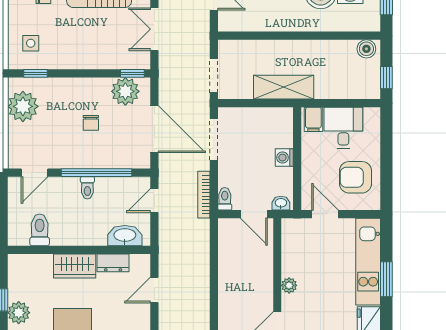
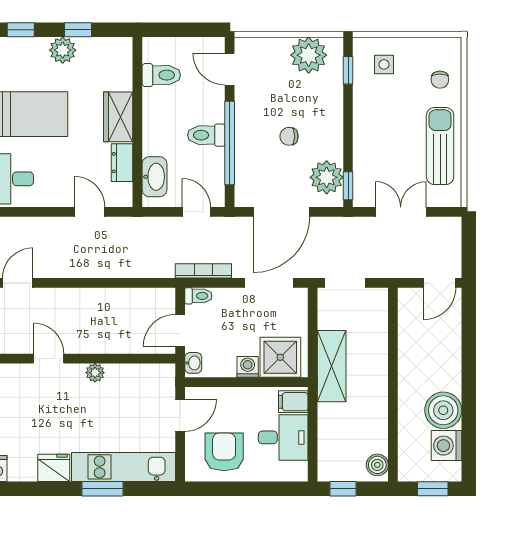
shower: (276, 130) -> (280, 357), added
toilet: (87, 188) -> (206, 135), width x1.37, depth x1.39

